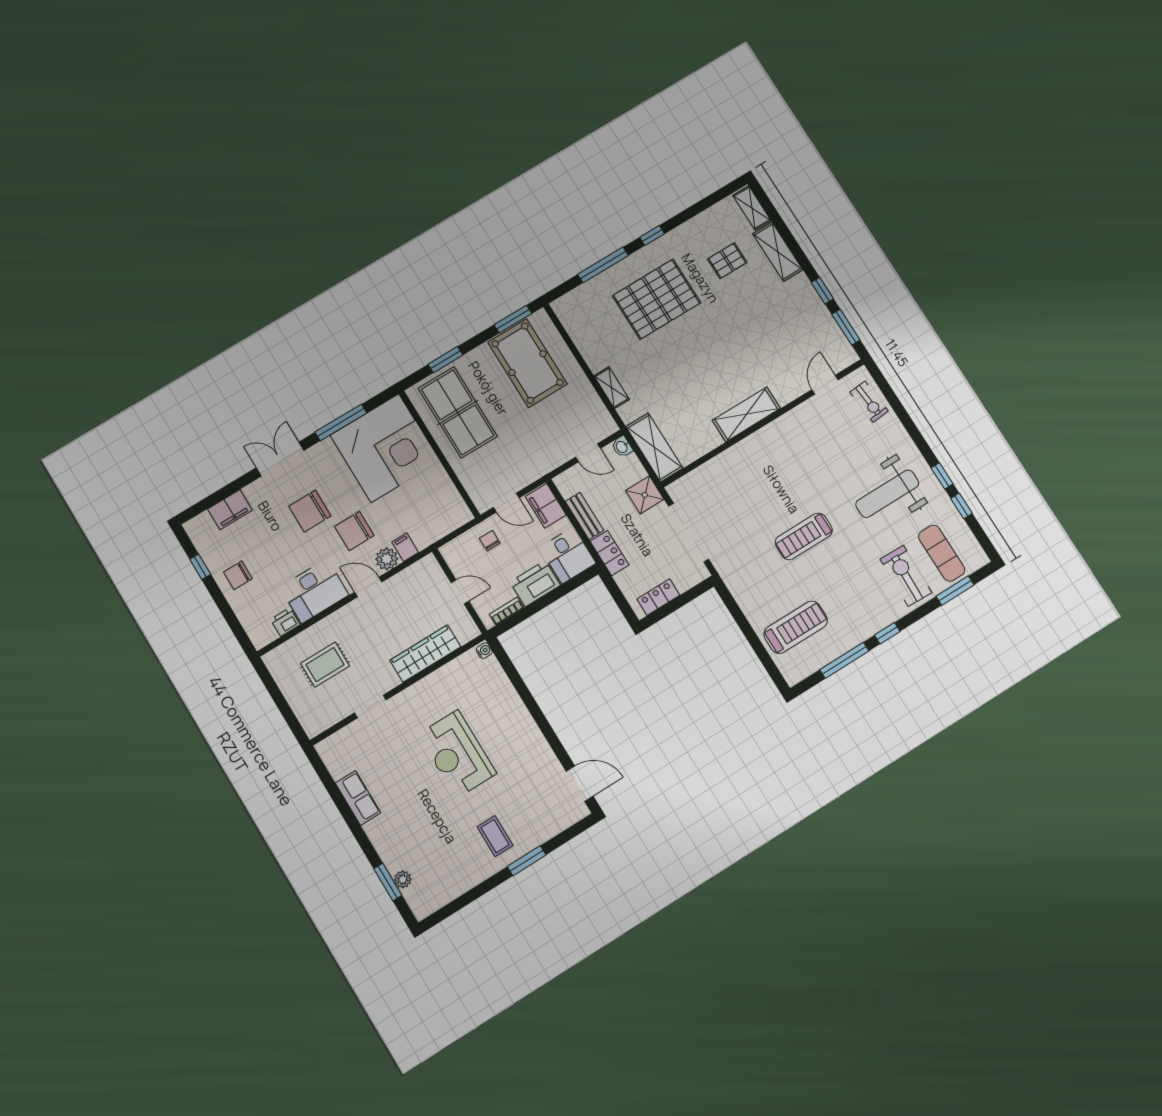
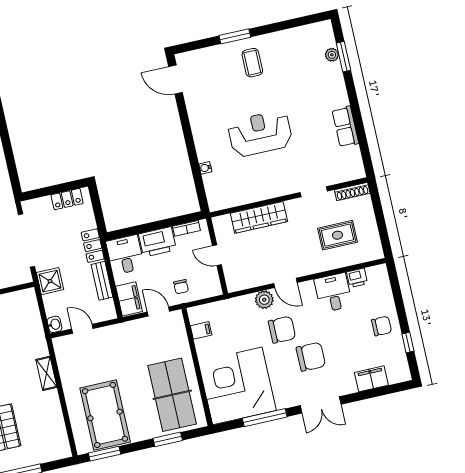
shelving: (654, 447) -> (30, 315), removed
filing cabinet: (405, 547) -> (201, 330), moved, turned -90
desk: (314, 591) -> (333, 293), width x0.73
water cooler: (484, 651) -> (205, 168), moved
shoe rack: (324, 723) -> (352, 192), added
reception desk: (457, 754) -> (260, 134), turned -90

